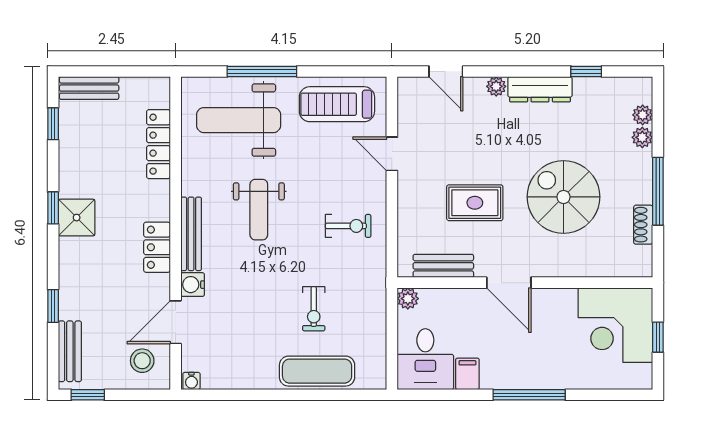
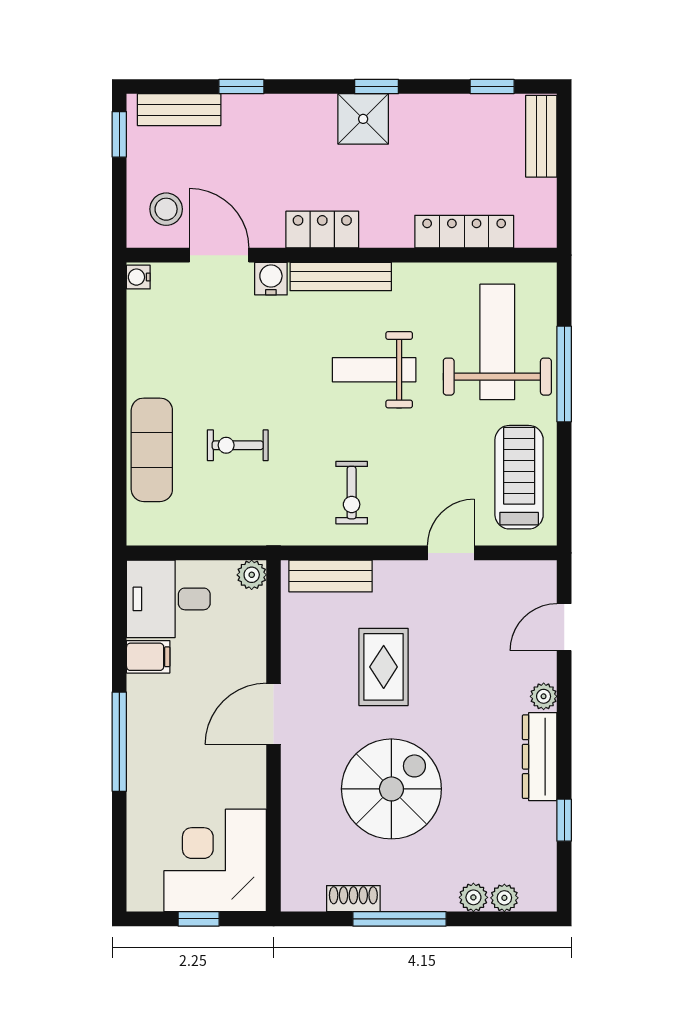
bench: (443, 266) -> (331, 576), moved, turned 90

